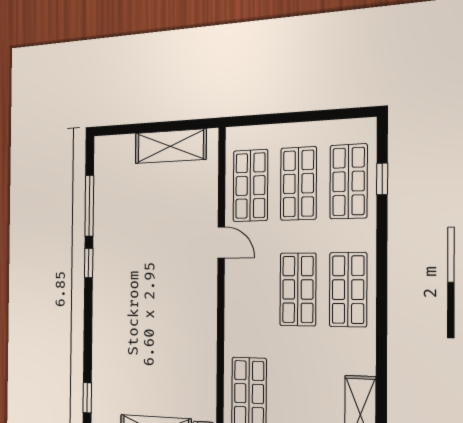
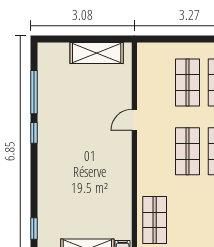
shop shelf: (250, 186) -> (155, 82), removed
door: (221, 242) -> (134, 120), swing flipped

